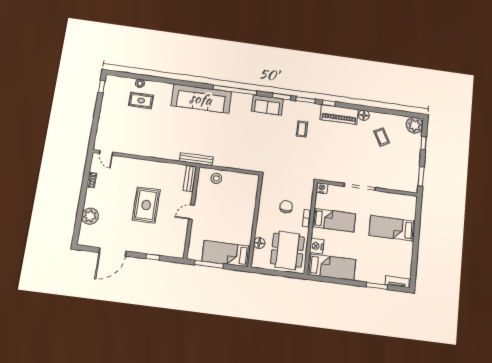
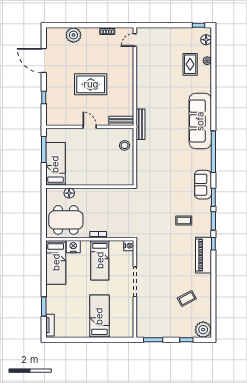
floor lamp: (364, 115) -> (206, 40), moved
chair: (286, 207) -> (107, 214), removed

